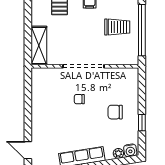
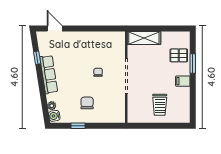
window: (142, 30) -> (157, 126), removed
door: (28, 150) -> (55, 28), hinge flipped

